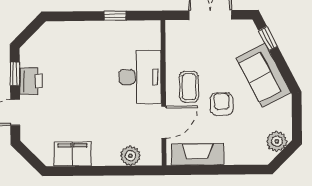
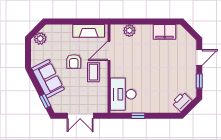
desk: (140, 77) -> (123, 94), moved
printer: (31, 81) -> (182, 102), moved, turned 45

